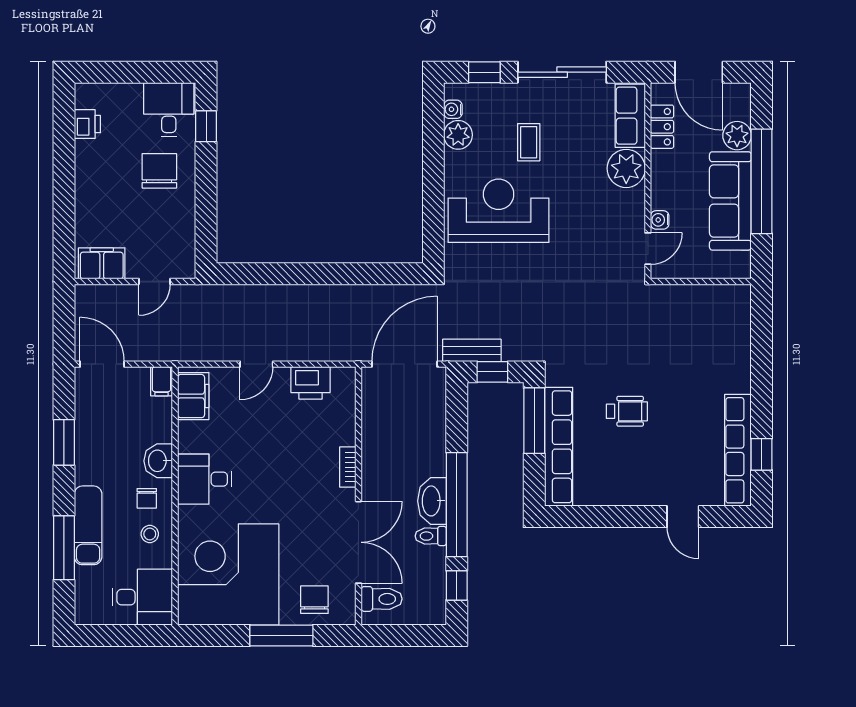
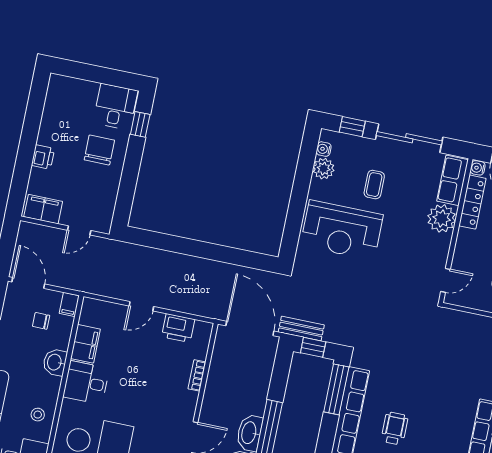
printer: (87, 124) -> (43, 157), moved
locker: (662, 127) -> (472, 202), width x1.53
reception desk: (499, 211) -> (342, 230), turned 180
water cooler: (660, 220) -> (478, 168), moved
door: (405, 364) -> (250, 328), hinge flipped
filing cabinet: (193, 396) -> (85, 344), moved
wheelchair: (627, 411) -> (395, 428), moved, turned -90
bookcase: (348, 467) -> (197, 375), moved
chair: (147, 498) -> (41, 321), moved, turned 90

